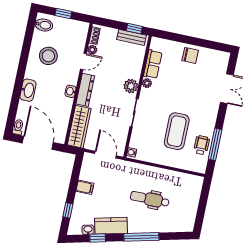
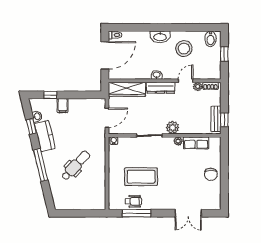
door: (83, 61) -> (186, 81), swing flipped
washbasin: (28, 90) -> (160, 37), moved
filing cabinet: (85, 187) -> (63, 106), moved
dental chair: (150, 199) -> (76, 165), turned 43

